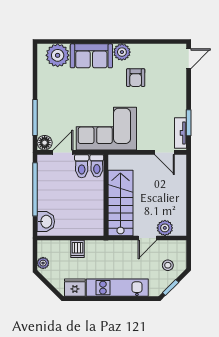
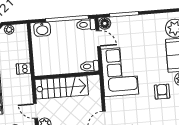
armchair: (136, 78) -> (162, 92), turned 90
toilet: (82, 166) -> (86, 25), moved
dishwasher: (78, 249) -> (23, 69), moved

